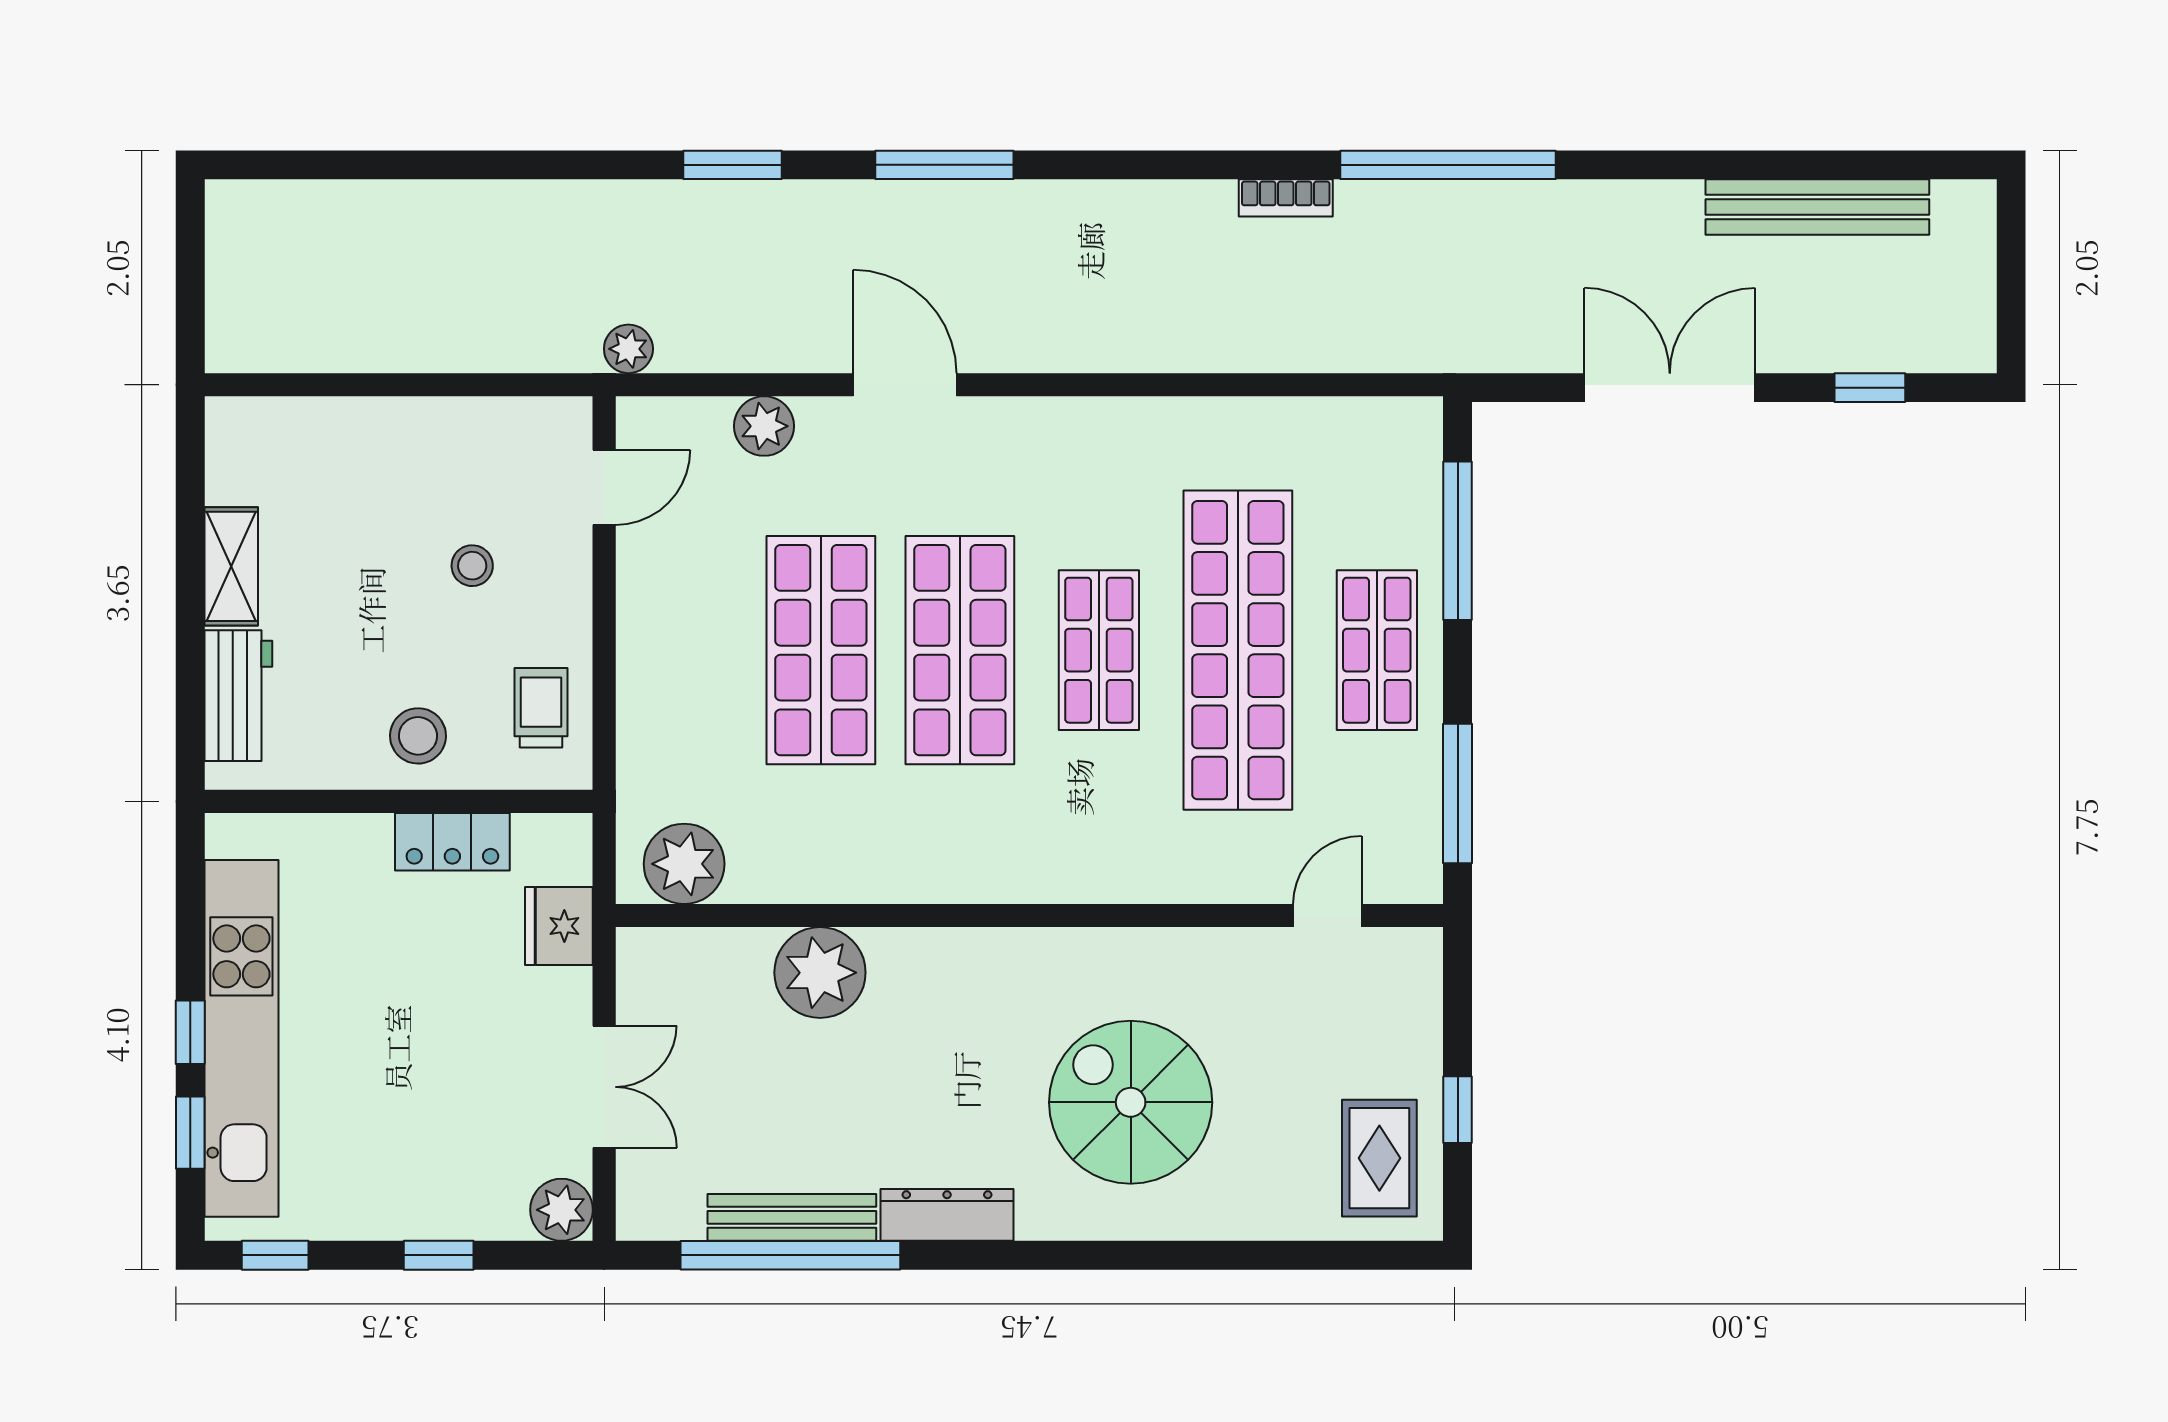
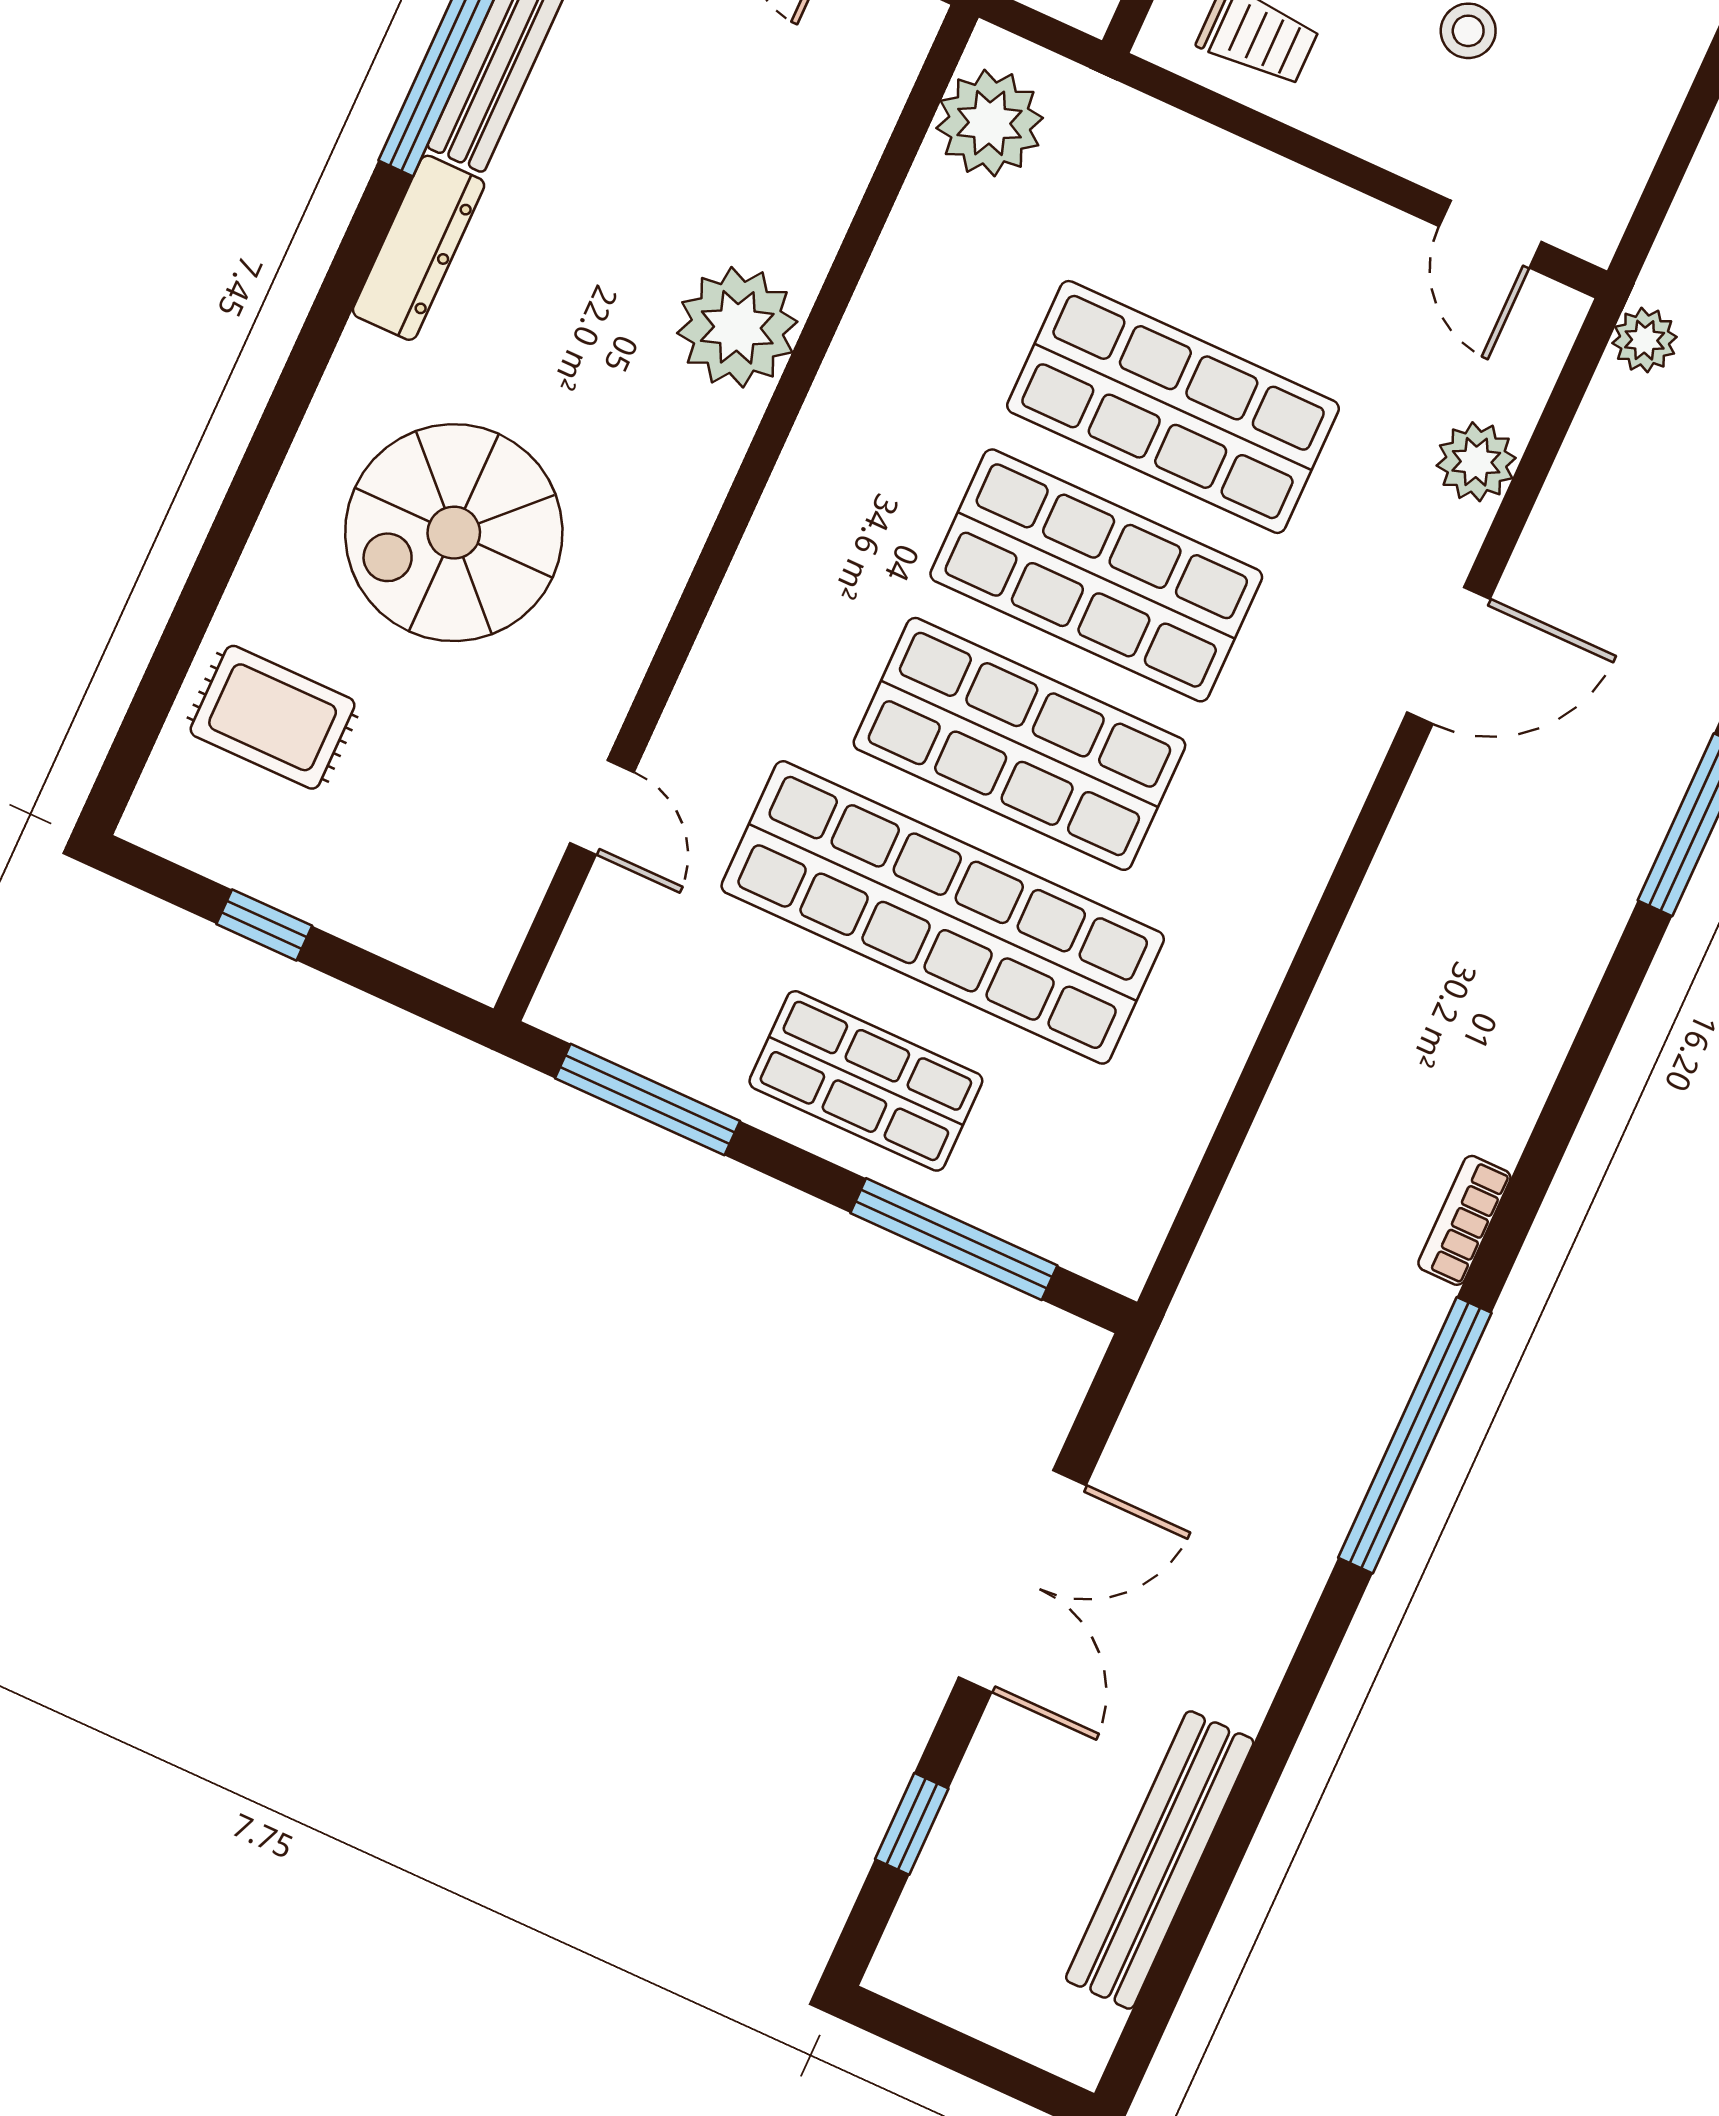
shop shelf: (1099, 650) -> (1019, 744), width x1.43, depth x1.36
door: (1327, 916) -> (602, 807), moved
plant: (820, 973) -> (737, 327), moved
spiral stairs: (1131, 1102) -> (454, 533), turned 180
rug: (1379, 1158) -> (273, 717), moved

